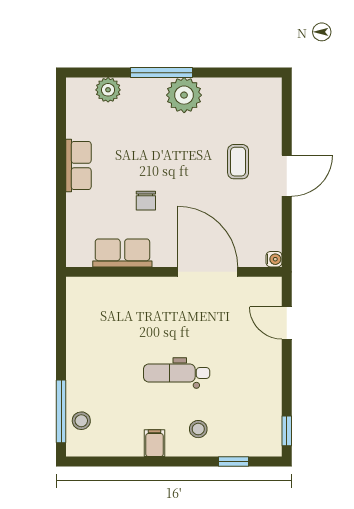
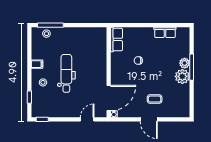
plant: (108, 90) -> (185, 63), moved
row of seats: (78, 166) -> (165, 32), moved
row of seats: (122, 253) -> (116, 39), moved
door: (208, 272) -> (109, 98), moved
dental chair: (177, 373) -> (66, 73), width x1.36, depth x1.38

